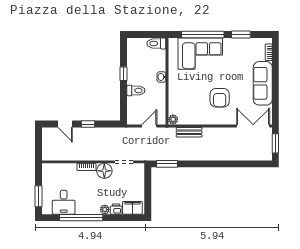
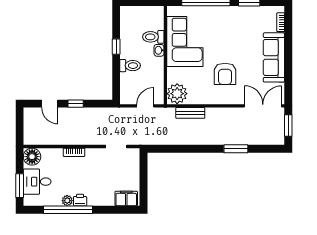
toilet: (156, 44) -> (153, 37), moved
corner sofa: (200, 54) -> (185, 42), moved, turned -90
plant: (173, 119) -> (177, 94), width x1.88, depth x1.88
window: (167, 164) -> (236, 149), moved
floor lamp: (104, 171) -> (32, 157), moved
desk: (64, 202) -> (37, 182), moved, turned 90
printer: (116, 209) -> (80, 200), moved
plant: (105, 210) -> (67, 201), moved

